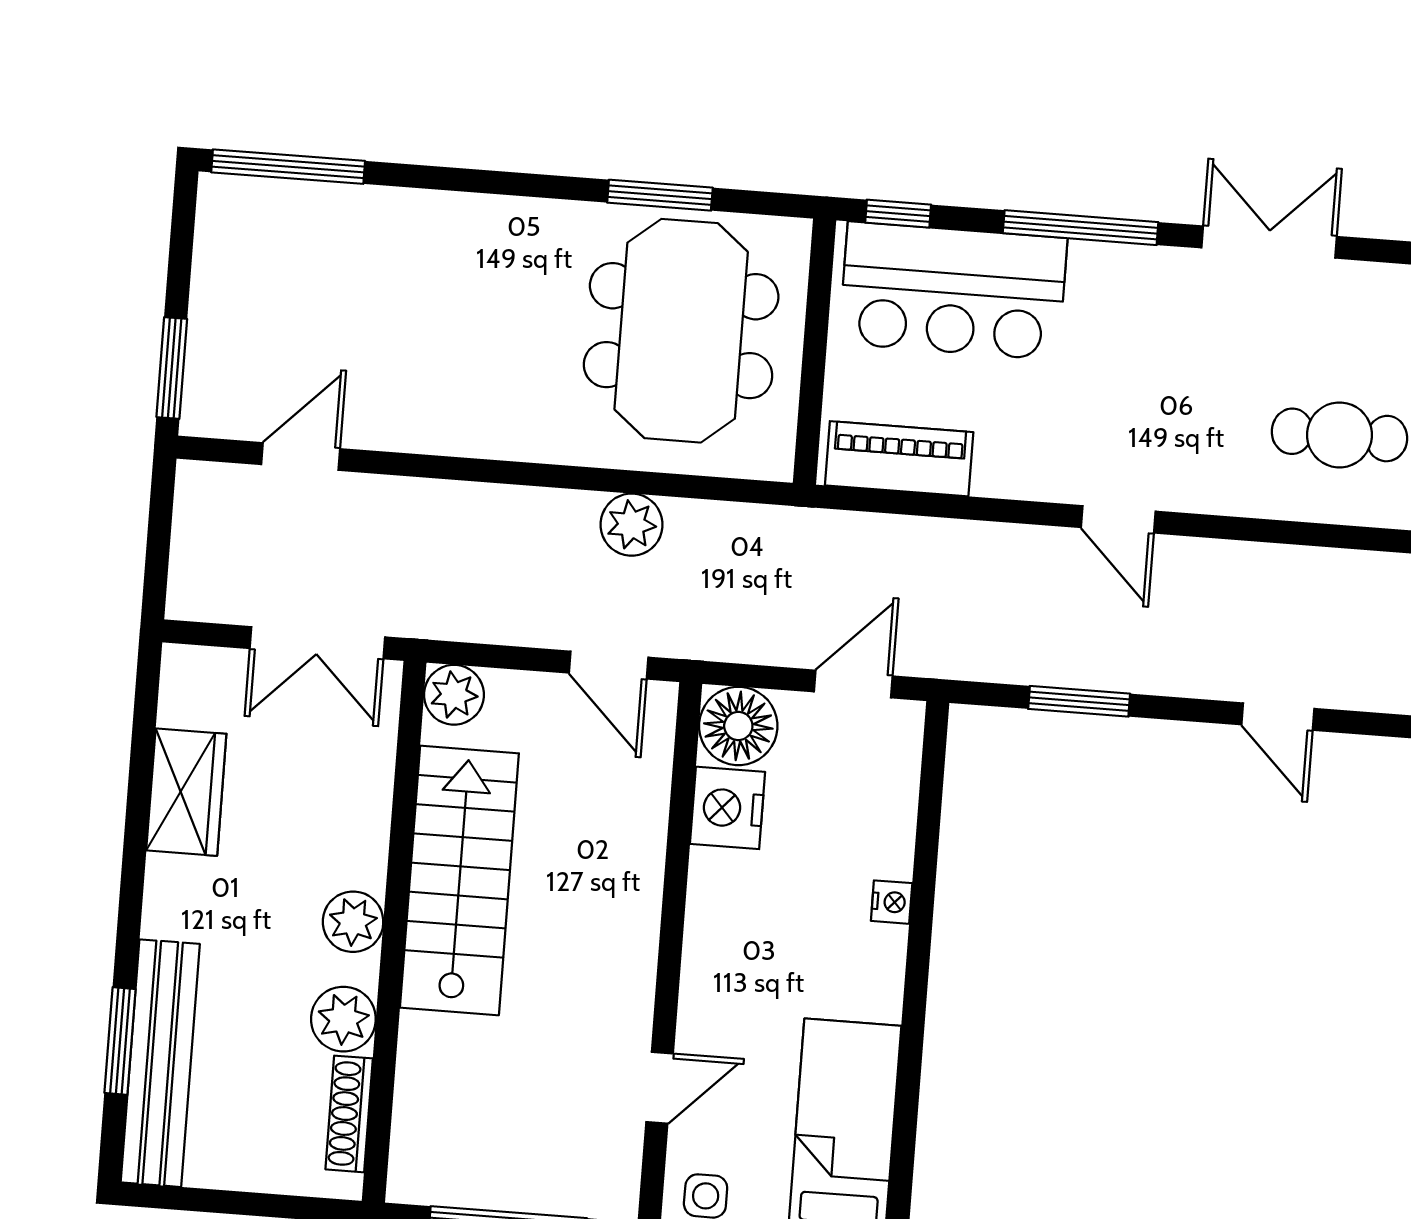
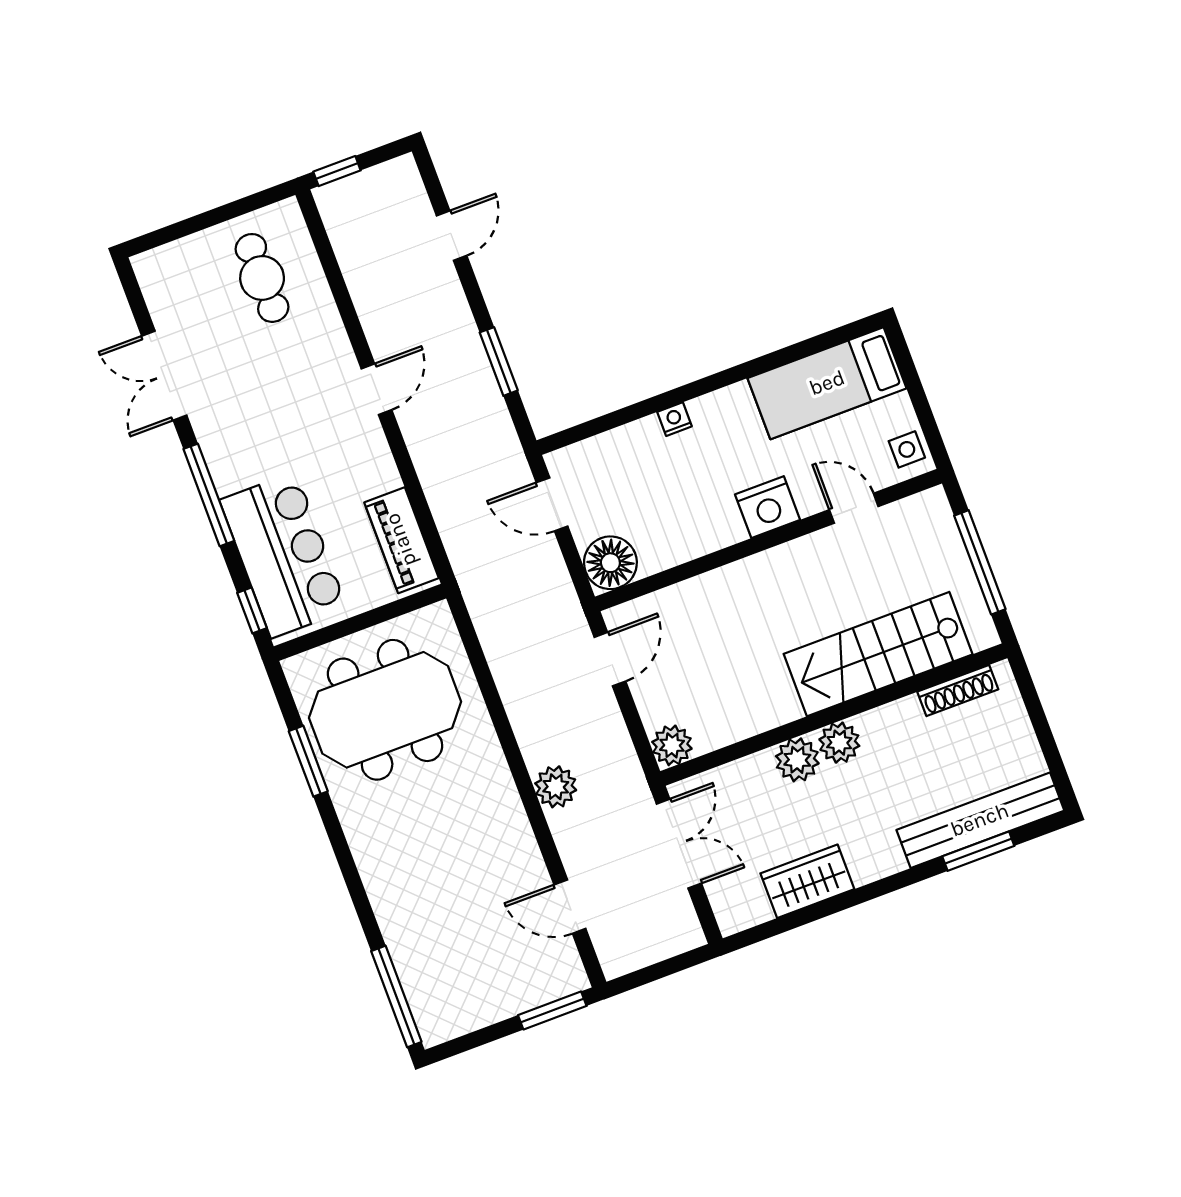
plant: (632, 525) -> (556, 787), moved
nightstand: (728, 808) -> (768, 507), moved
stairs: (459, 881) -> (878, 654), moved
plant: (343, 1019) -> (797, 760), moved

